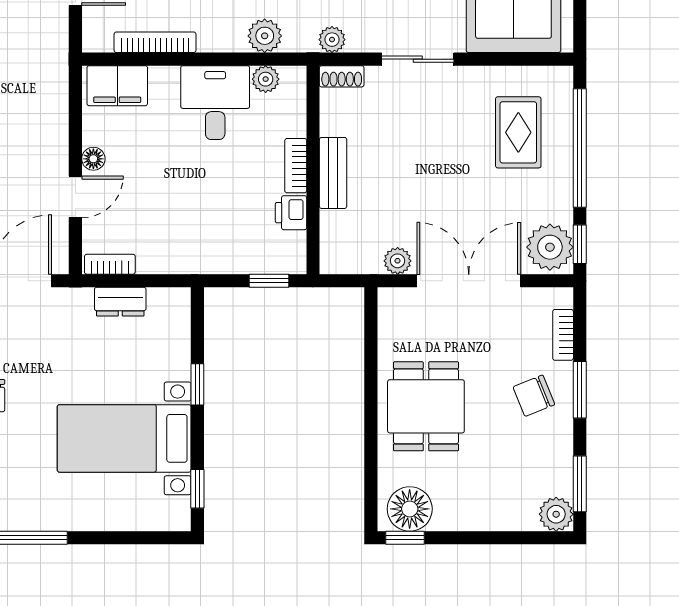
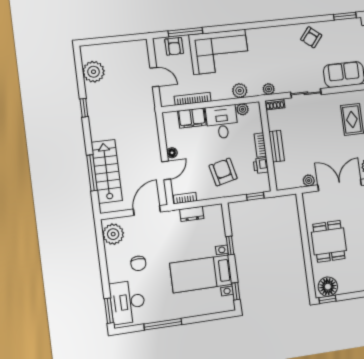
filing cabinet: (117, 86) -> (192, 118), moved
armchair: (203, 216) -> (223, 172), added

